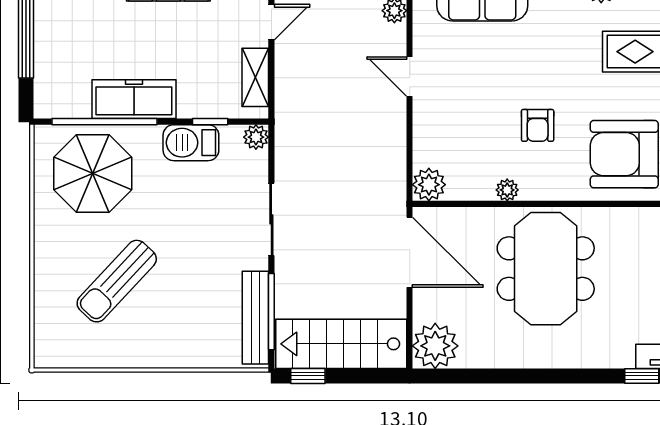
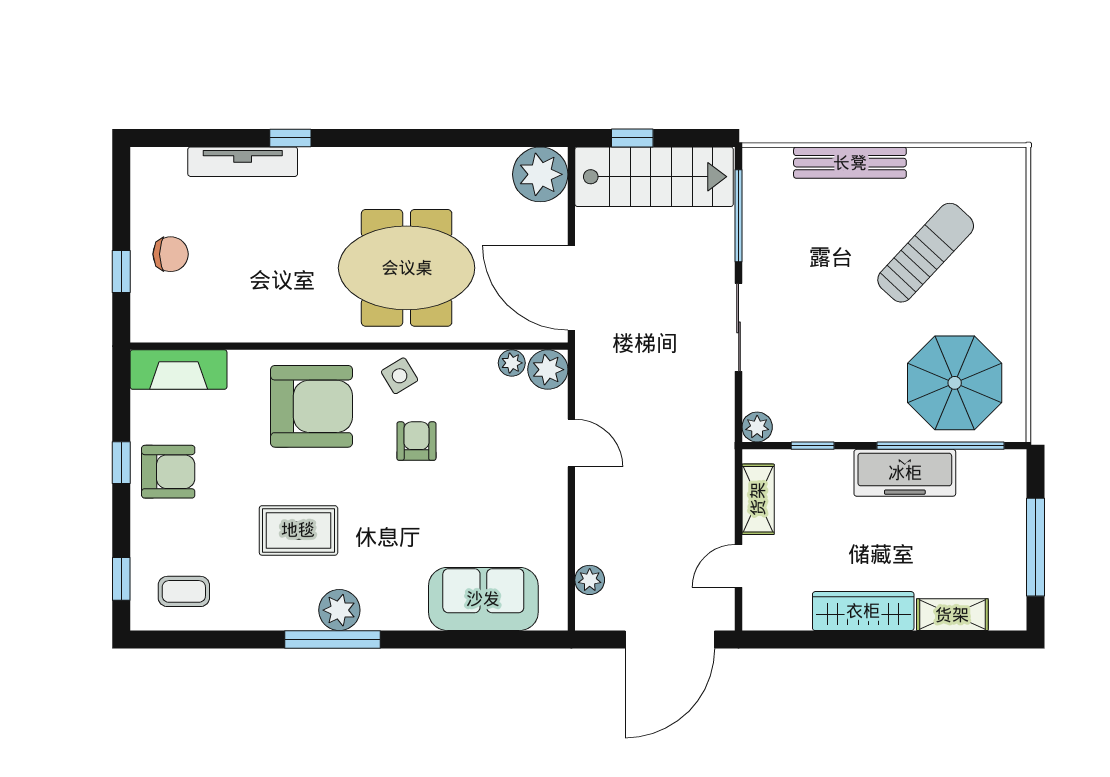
door: (410, 77) -> (571, 443), moved
barbecue: (191, 143) -> (836, 420), removed
side table: (552, 179) -> (400, 376), added
plant: (507, 190) -> (512, 363), moved
meeting table: (546, 269) -> (407, 268), turned 90
bench: (255, 318) -> (850, 163), moved, turned 90
window: (308, 376) -> (632, 138), moved

